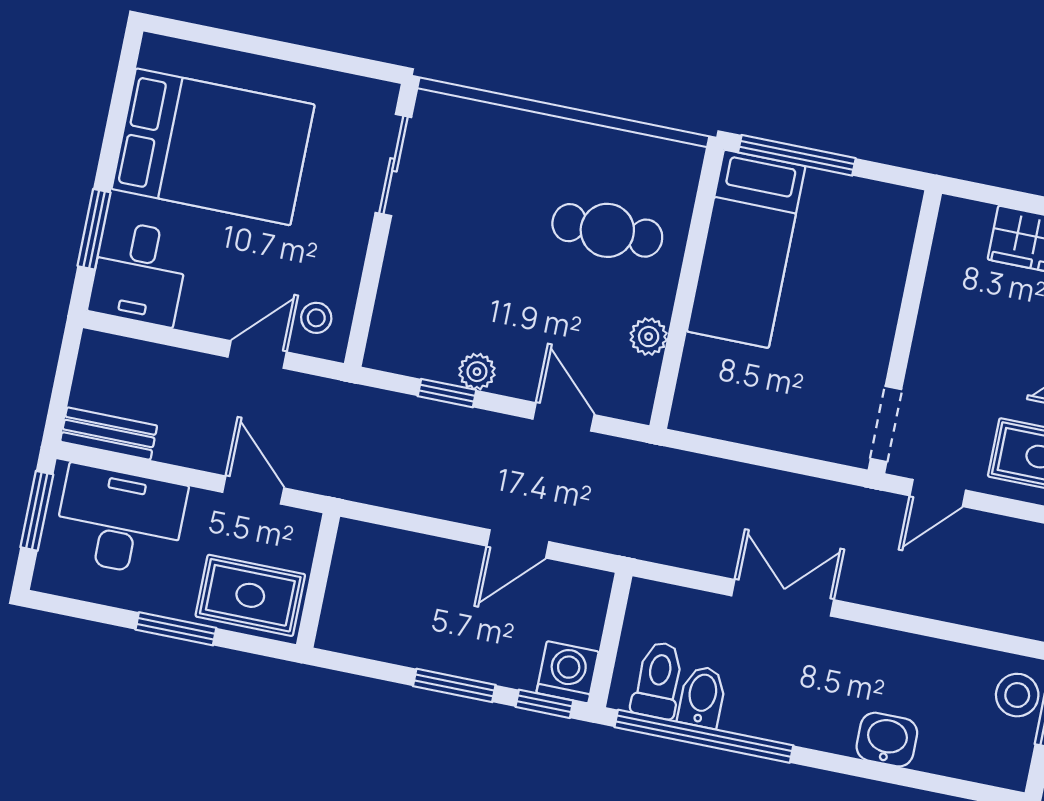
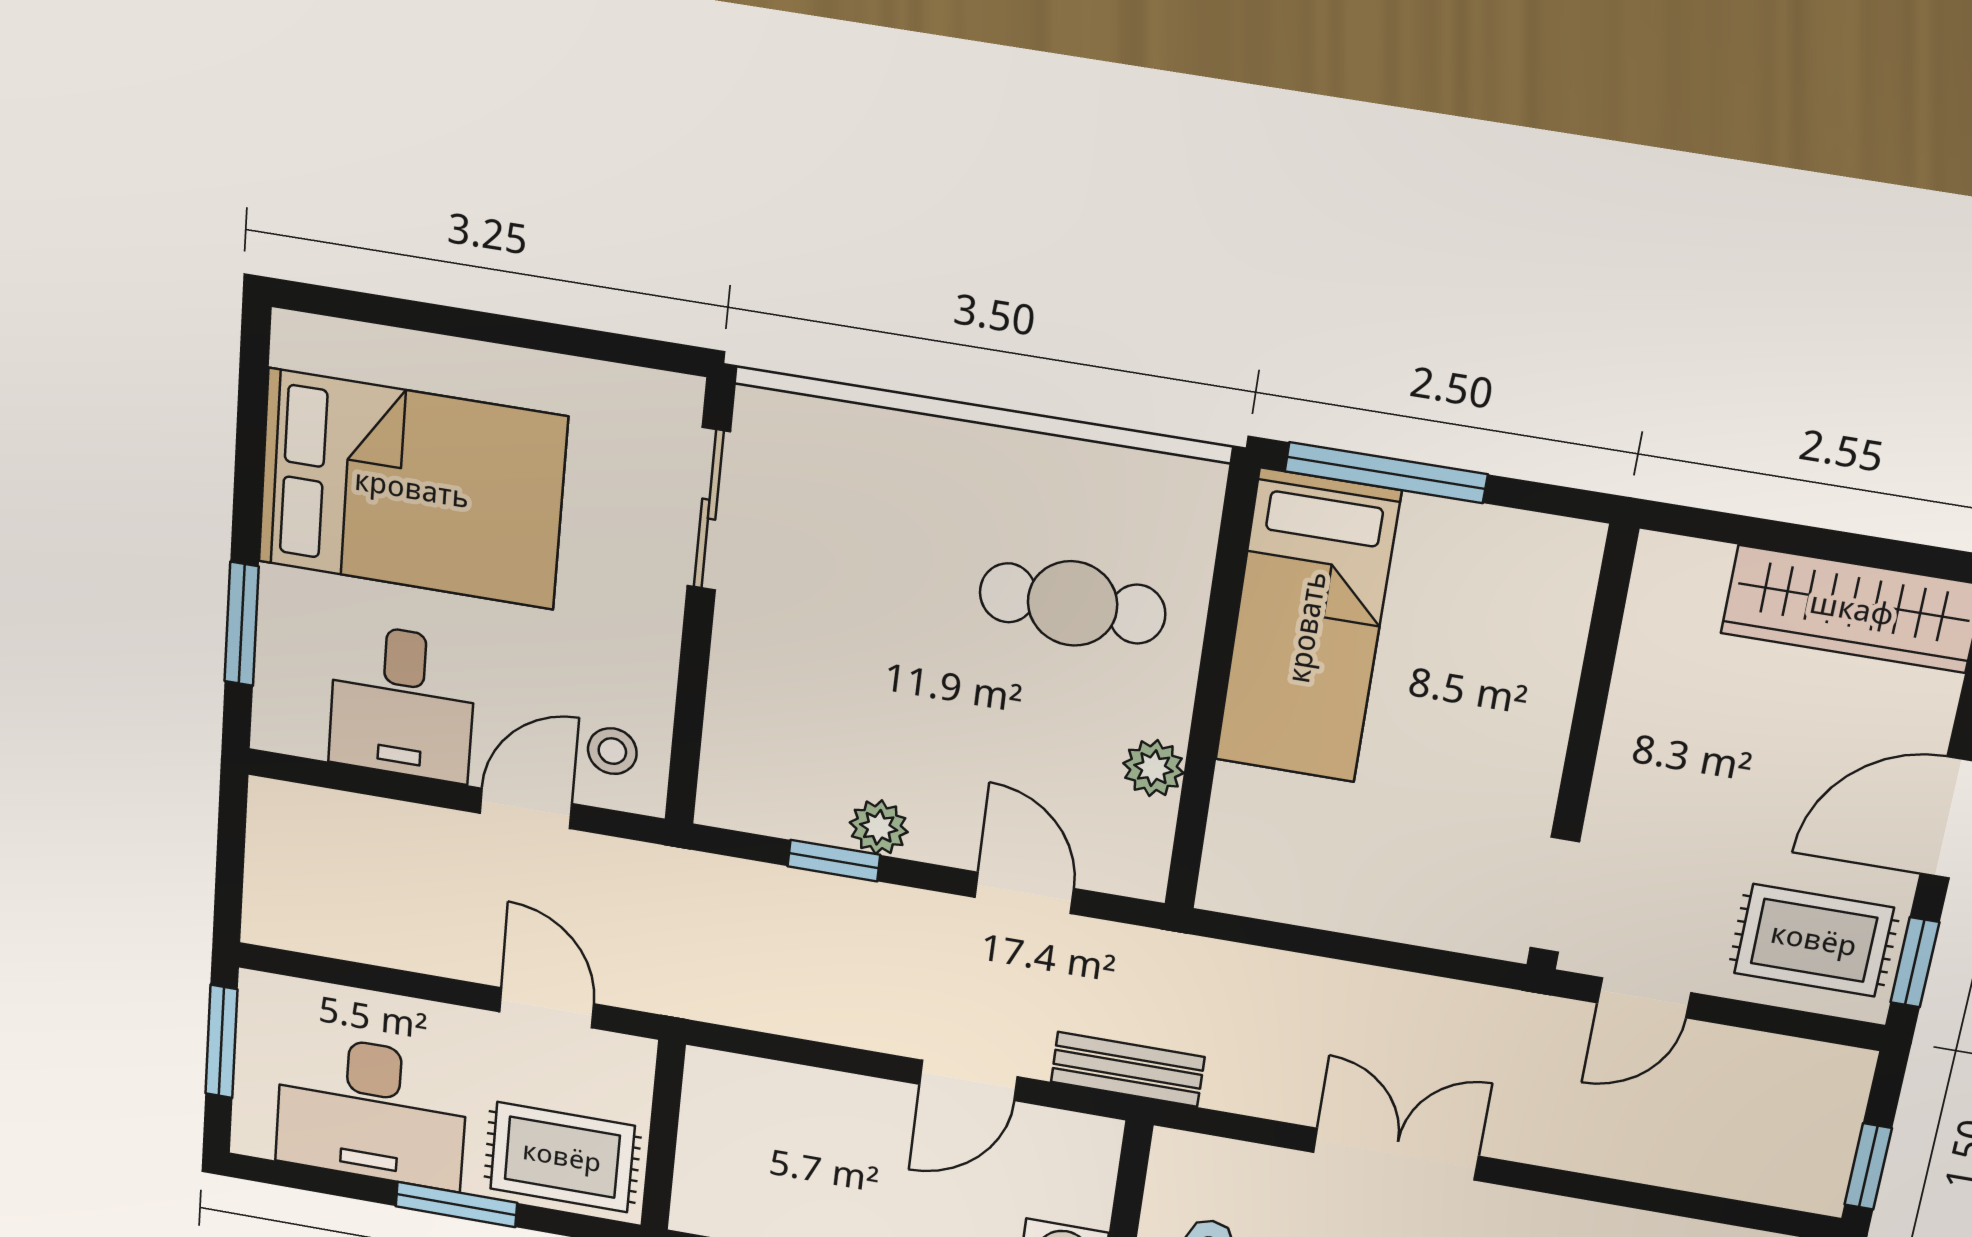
desk: (139, 273) -> (402, 703), moved
bench: (109, 434) -> (1128, 1069), moved
desk: (120, 521) -> (372, 1111), moved, turned 180

